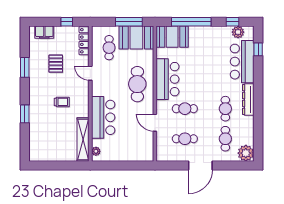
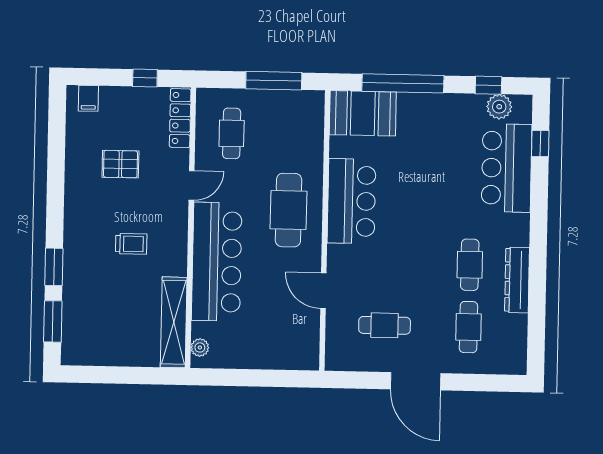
filing cabinet: (44, 32) -> (88, 98), width x0.50
booth: (136, 38) -> (289, 114), removed
pallet: (56, 64) -> (120, 164), turned 90
window: (25, 67) -> (53, 321), moved
door: (90, 73) -> (192, 185), swing flipped
dresser: (248, 99) -> (517, 280), moved
cafe table: (185, 109) -> (386, 263), removed
bar counter: (103, 117) -> (217, 262), width x1.36
plant: (246, 153) -> (510, 358), removed
door: (200, 165) -> (416, 381), hinge flipped

